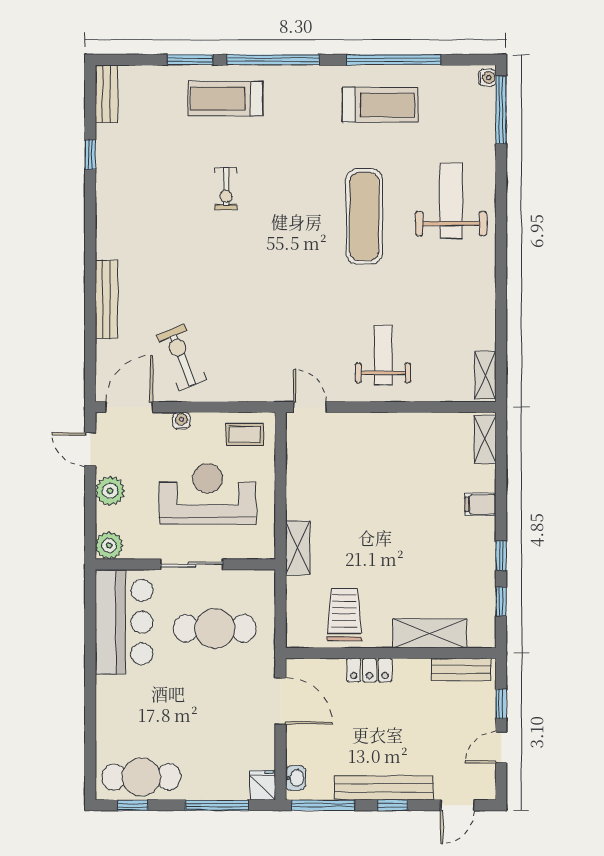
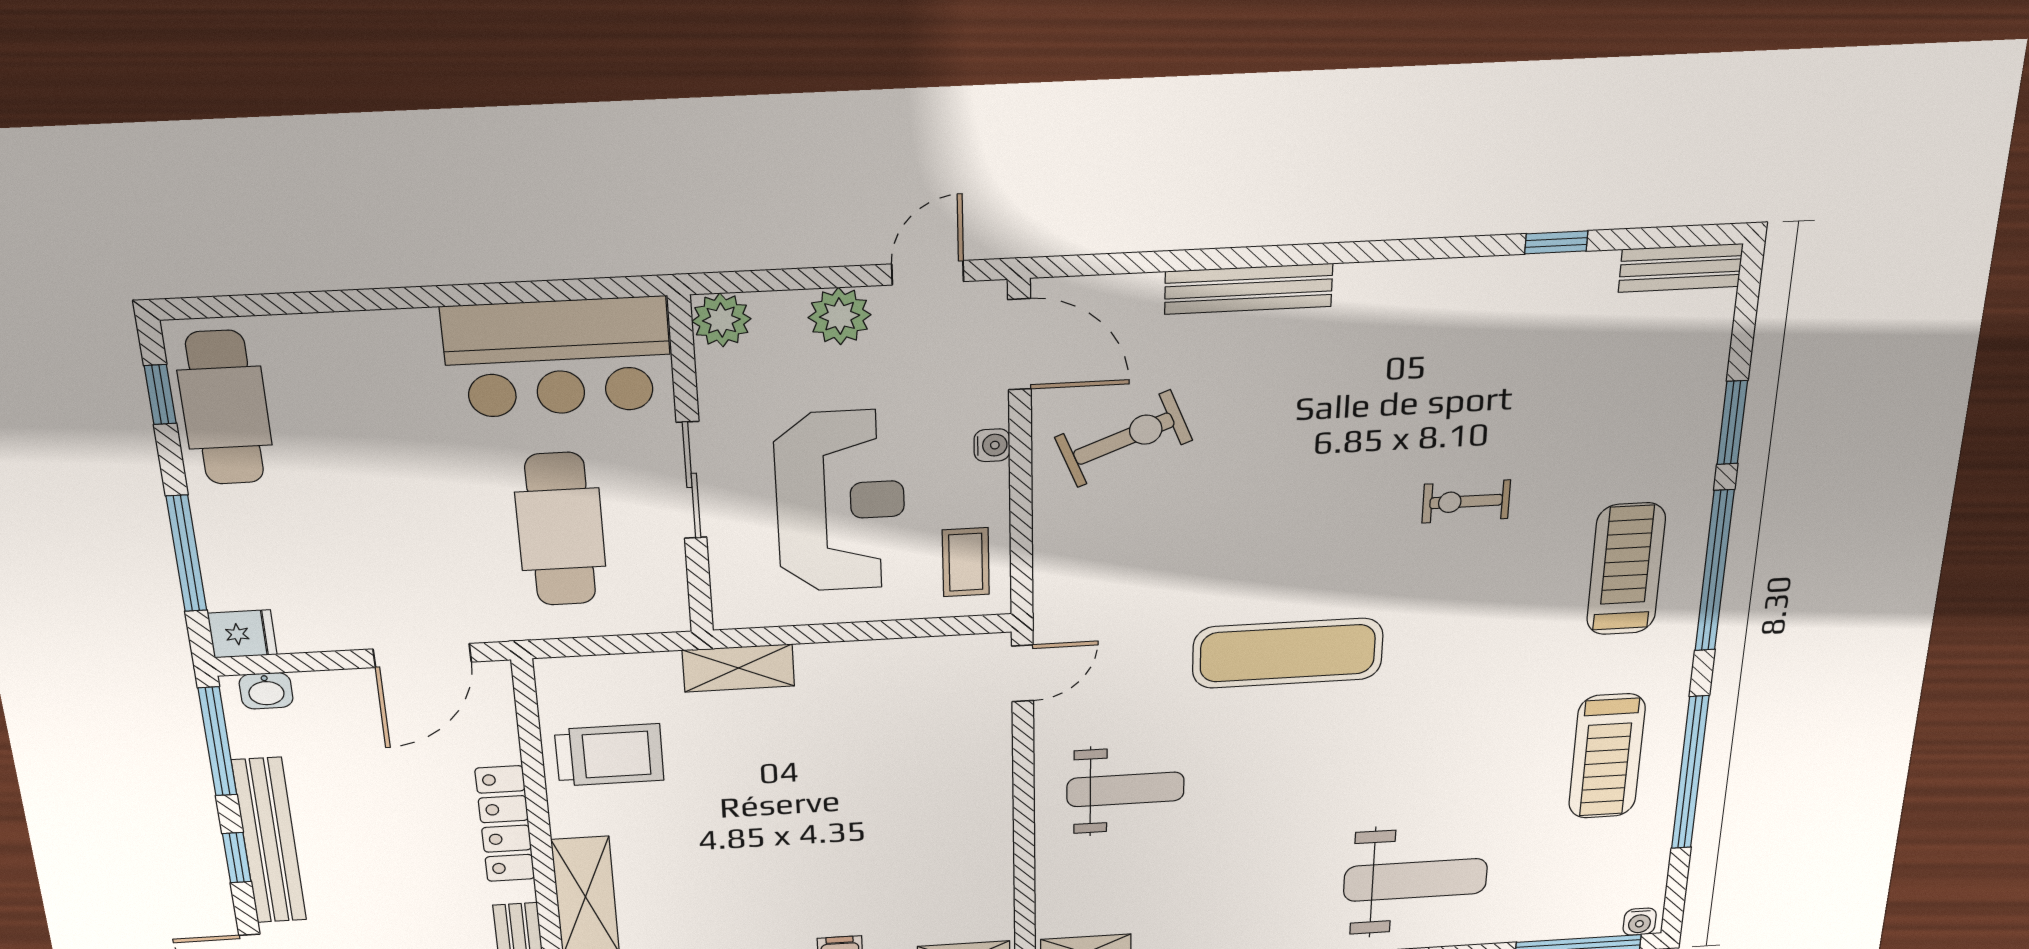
treadmill: (225, 99) -> (1626, 569), moved
exercise mat: (364, 216) -> (1288, 653), moved
locker: (369, 670) -> (505, 824), width x1.53

